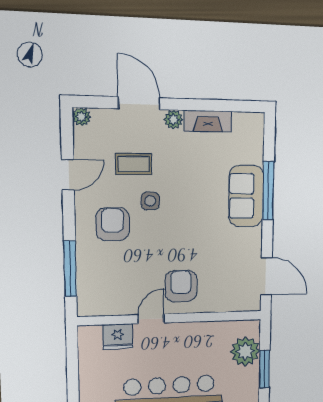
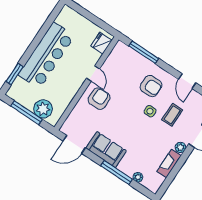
plant: (256, 155) -> (138, 177), added
sofa: (246, 196) -> (106, 150), moved
armchair: (181, 286) -> (99, 99), turned -90
fridge: (118, 337) -> (101, 43), moved
window: (264, 369) -> (27, 113), width x1.44

